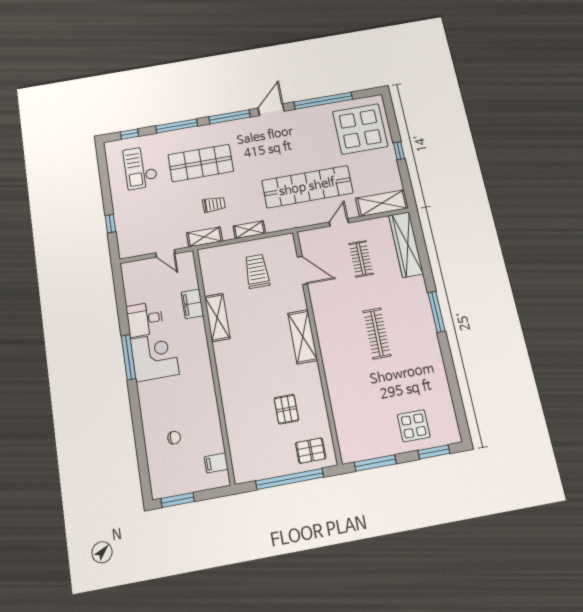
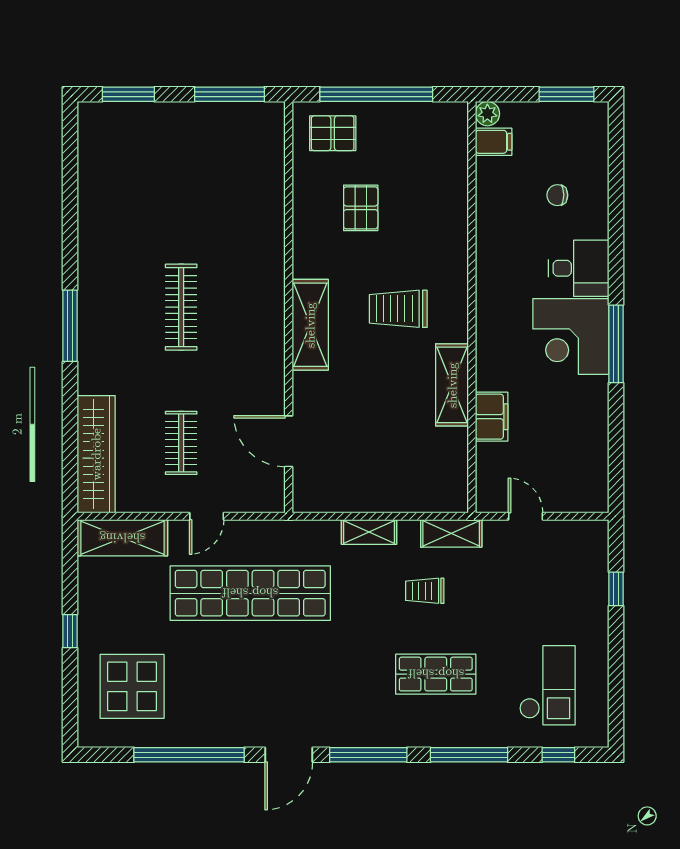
display table: (360, 129) -> (132, 686), width x0.73, depth x0.73
shop shelf: (201, 163) -> (436, 674), width x0.70, depth x0.74
trolley: (257, 271) -> (398, 309), moved, turned 90
desk: (145, 319) -> (579, 268), moved
display table: (414, 426) -> (153, 142), removed
plant: (222, 479) -> (487, 114), added

